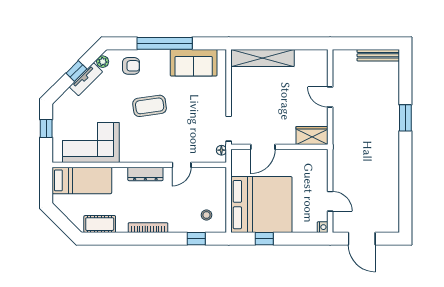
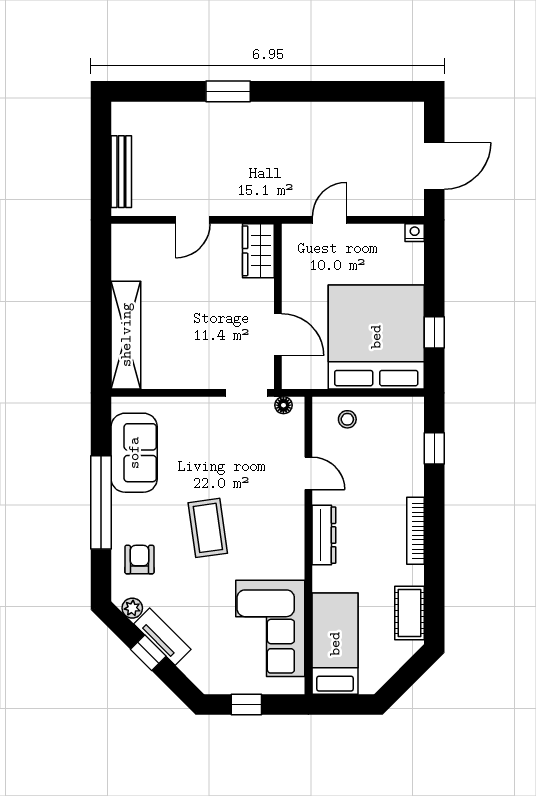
bench: (378, 55) -> (121, 172), moved
door: (330, 201) -> (329, 220), moved
stool: (206, 215) -> (347, 419), moved

